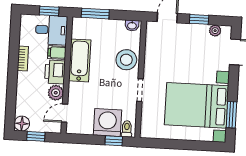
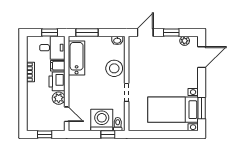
bathtub: (80, 60) -> (77, 58), moved
bed with nightstands: (197, 105) -> (173, 110), width x0.73
door: (65, 113) -> (67, 114), swing flipped
floor lamp: (22, 124) -> (33, 125), removed

